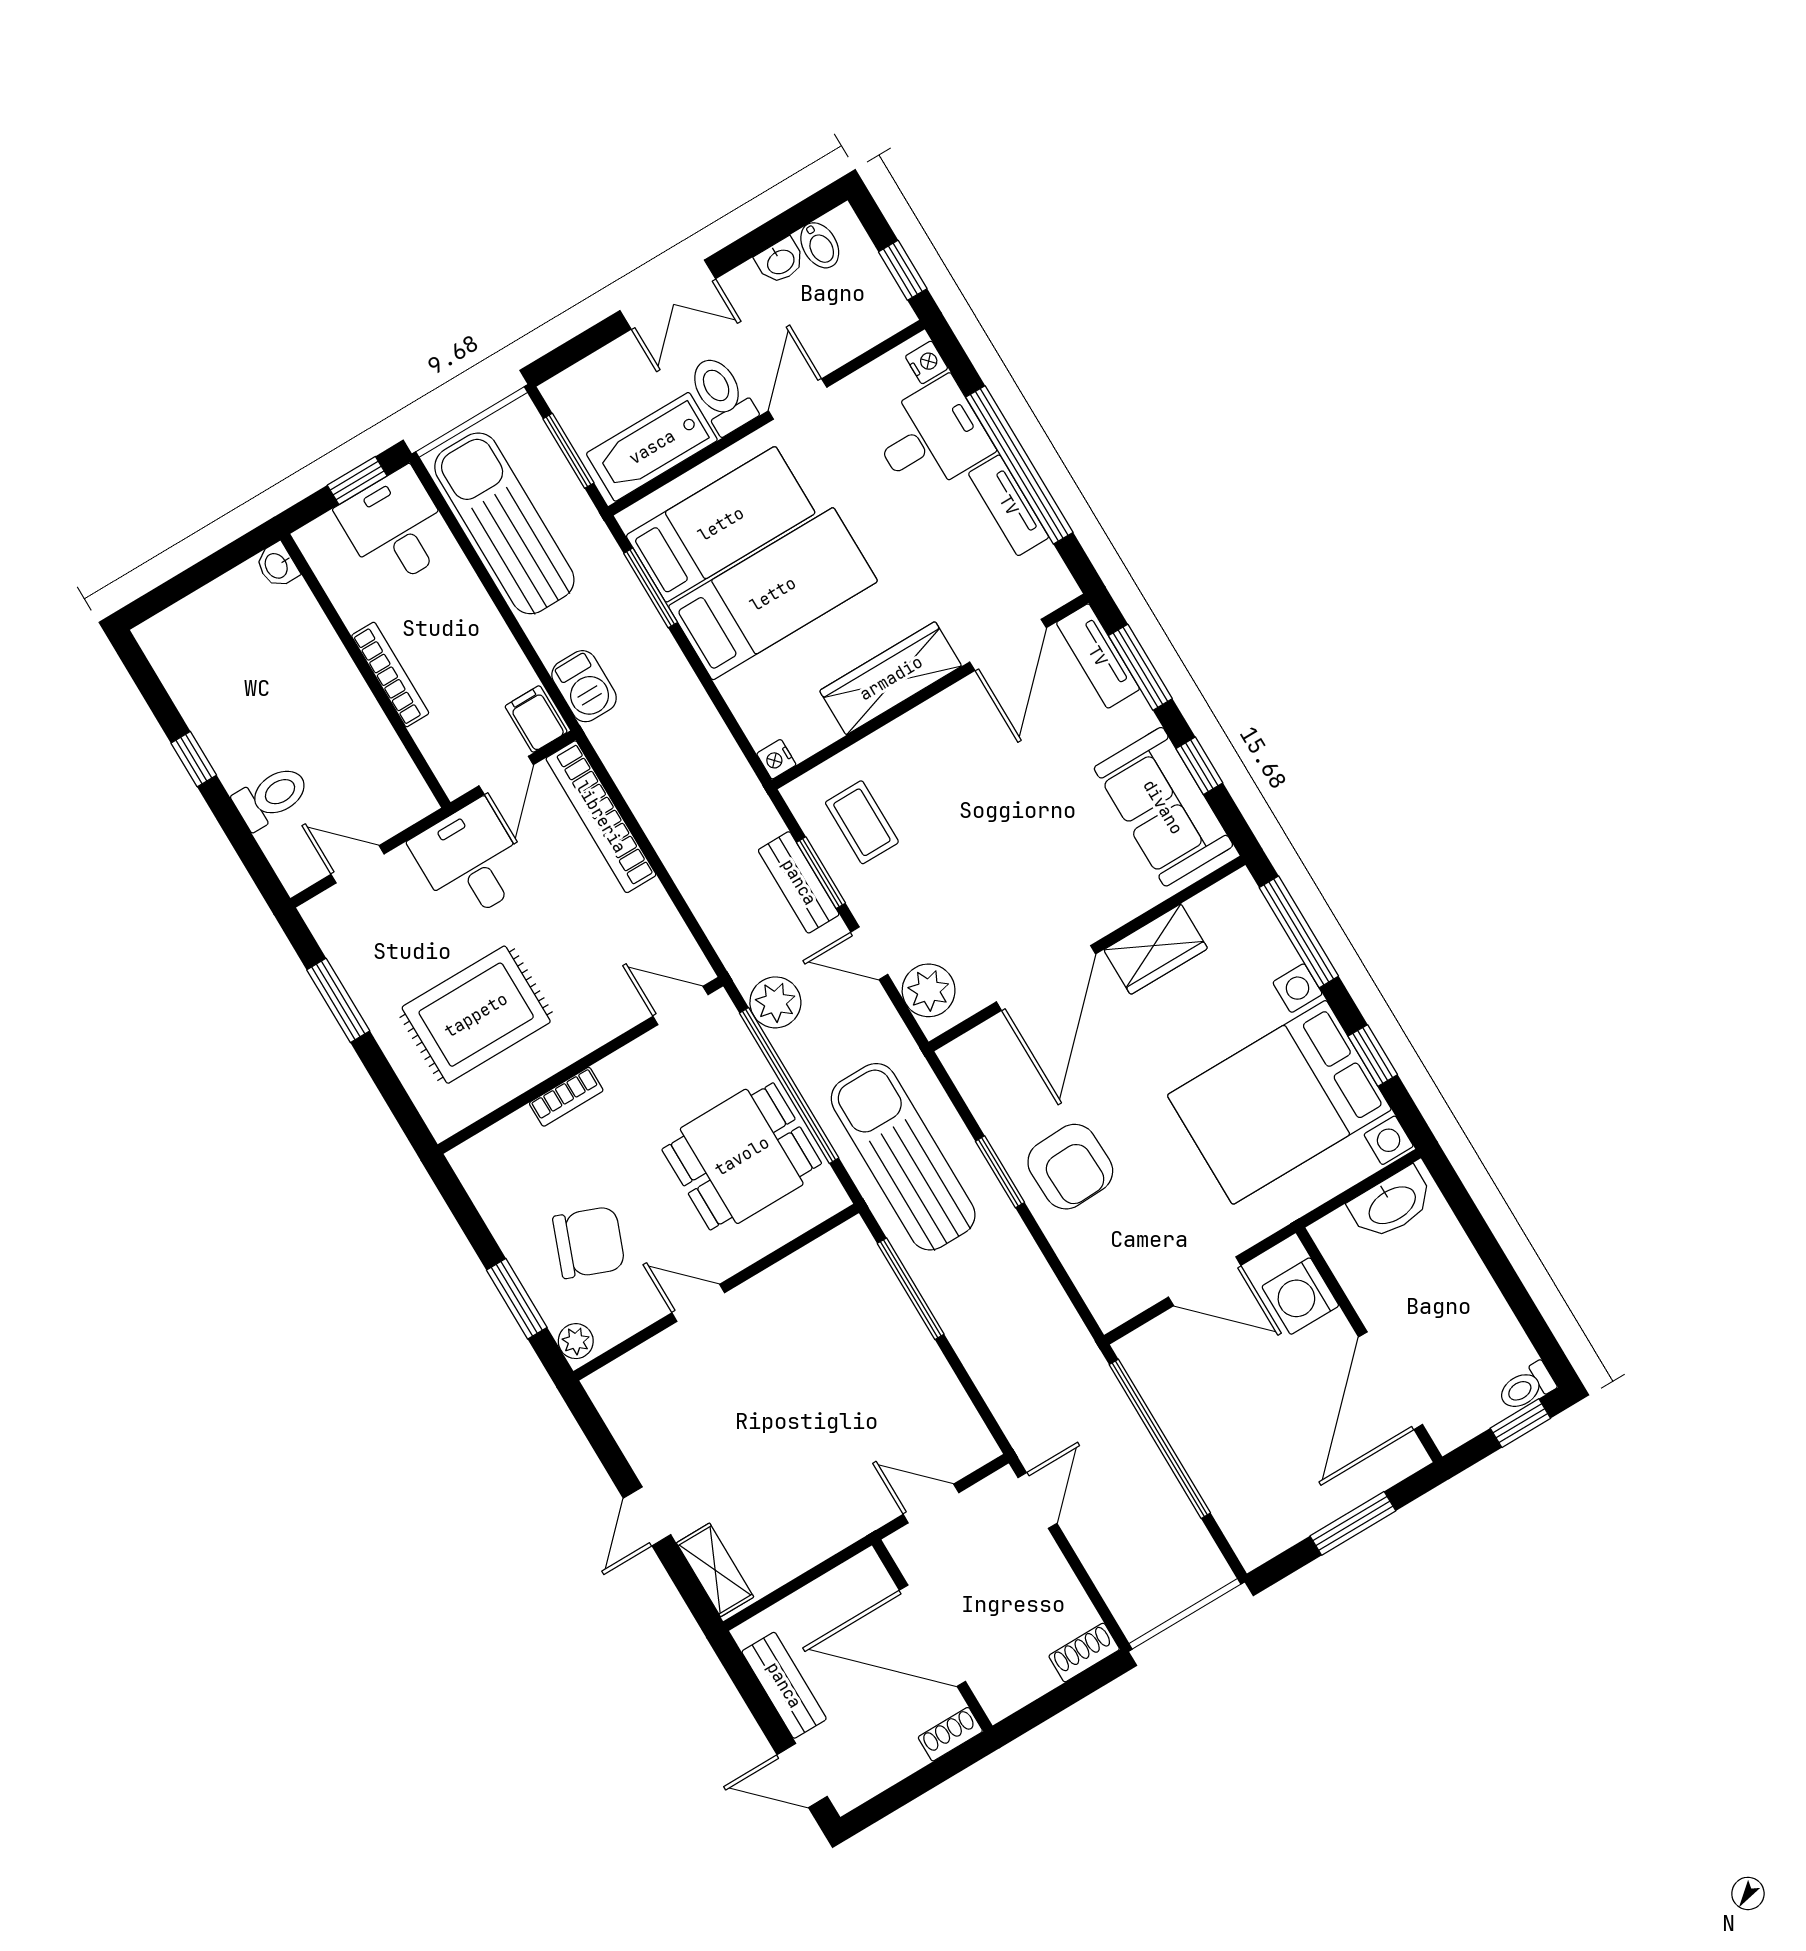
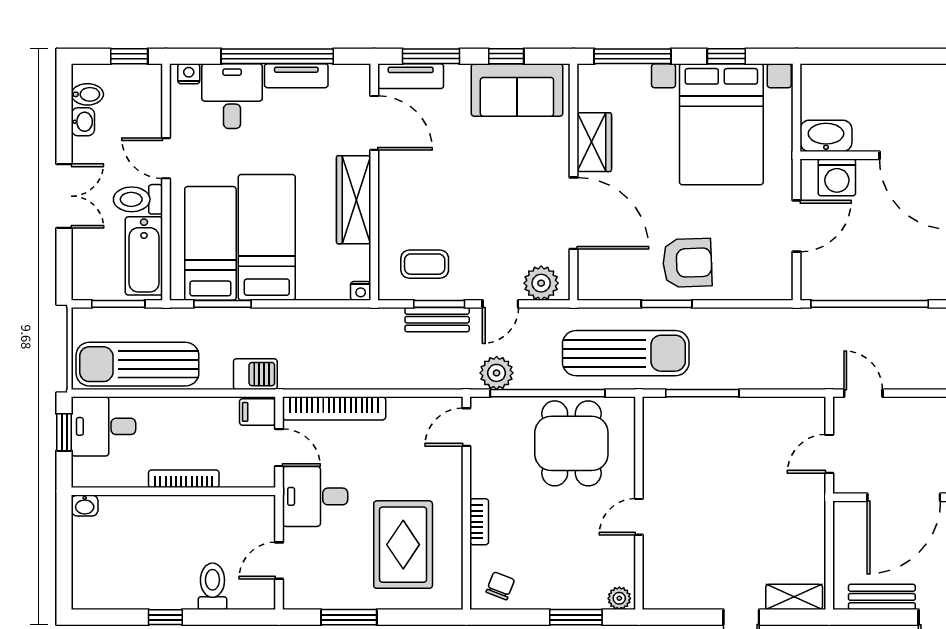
sun lounger: (903, 1157) -> (626, 353), turned 180
washbasin: (1391, 1204) -> (826, 136), moved, turned -90
chair: (589, 1242) -> (500, 586), moved, width x0.54, depth x0.54

